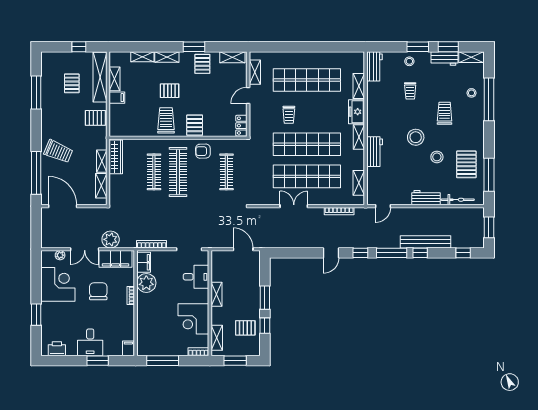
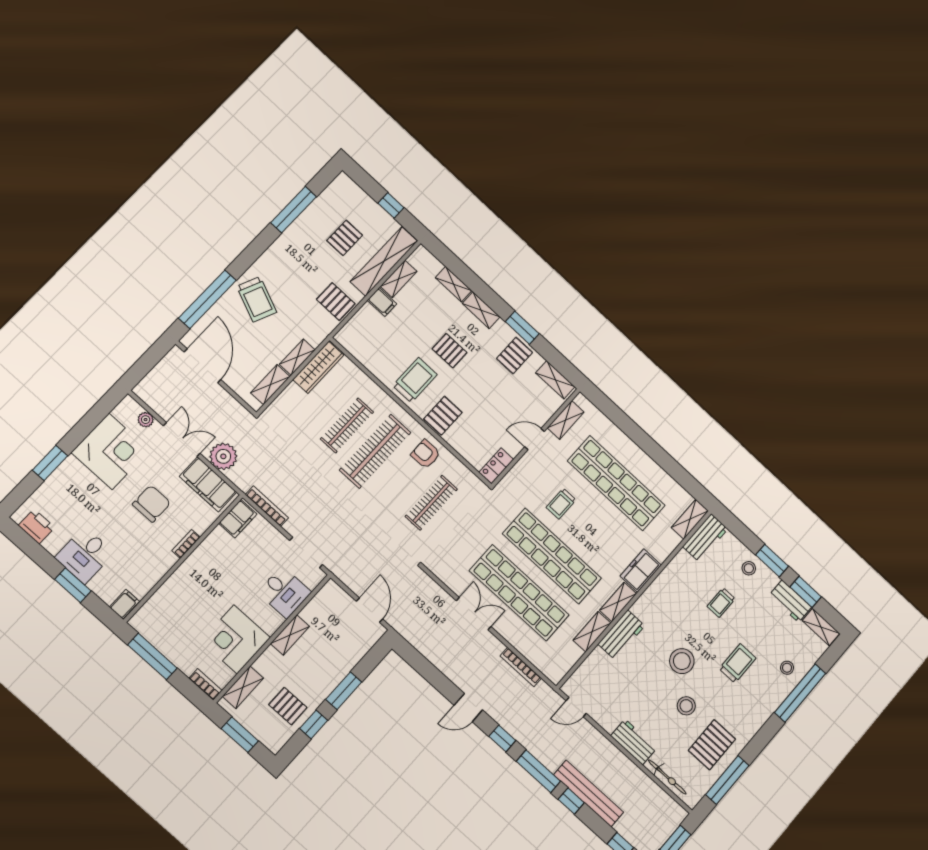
shelving: (359, 86) -> (690, 519), moved
shelving: (359, 183) -> (592, 632), moved
double door: (85, 249) -> (182, 440), swing flipped
plant: (146, 283) -> (218, 546), removed

